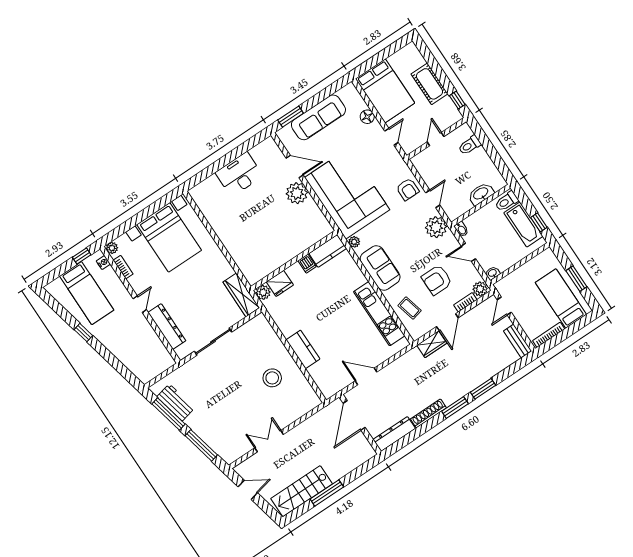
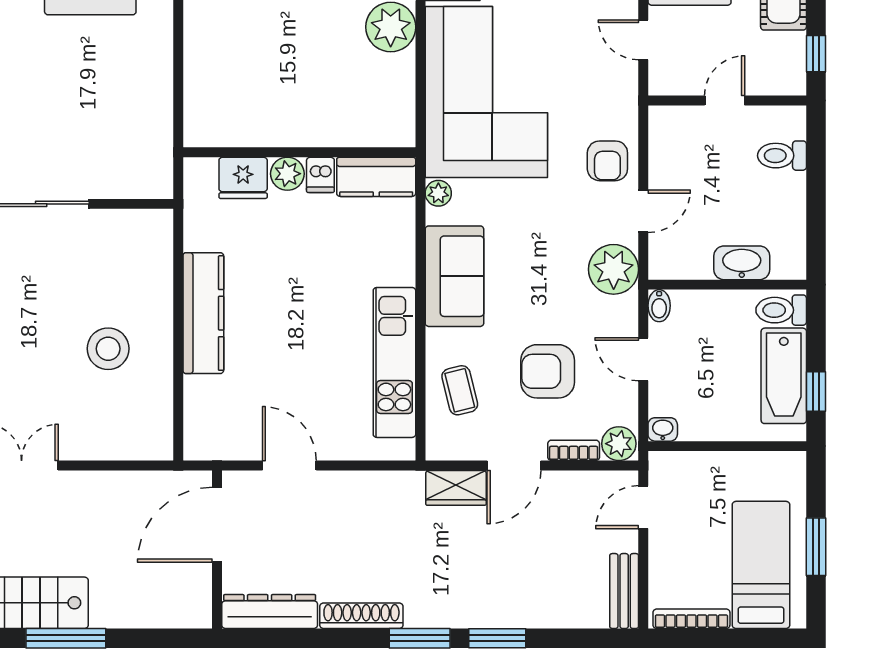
door: (391, 137) -> (643, 40), swing flipped
plant: (263, 292) -> (287, 174), moved
wardrobe: (241, 295) -> (155, 151), removed
kitchen counter: (303, 349) -> (203, 313), width x1.50

